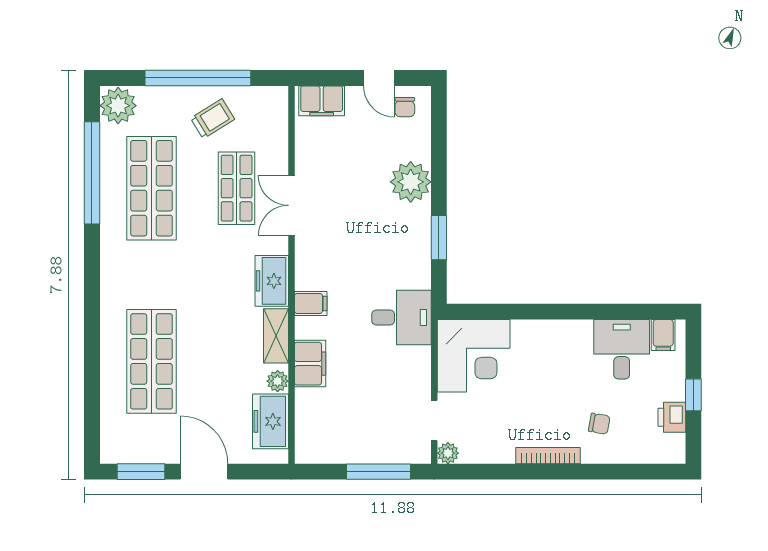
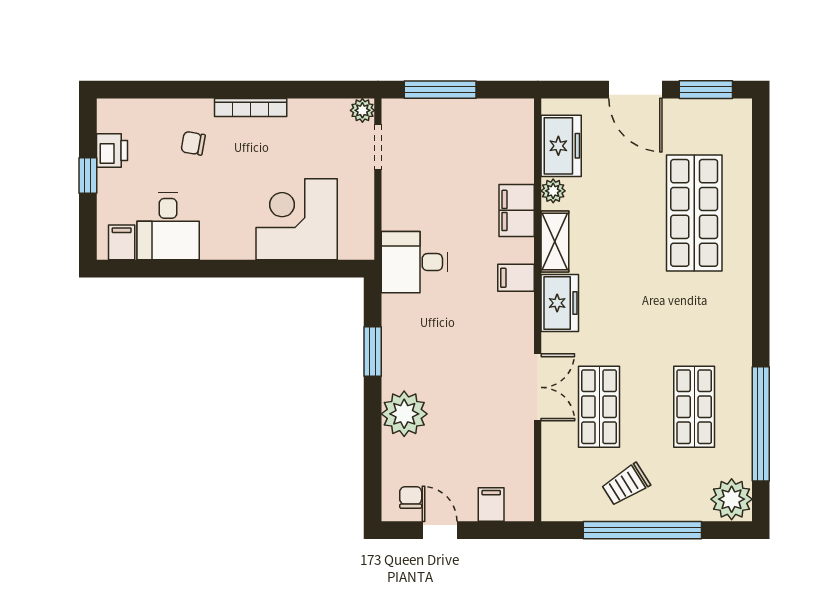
filing cabinet: (322, 101) -> (491, 504), width x0.50
shop shelf: (152, 188) -> (694, 407), width x0.70, depth x0.74
corner desk: (474, 356) -> (297, 219), moved

